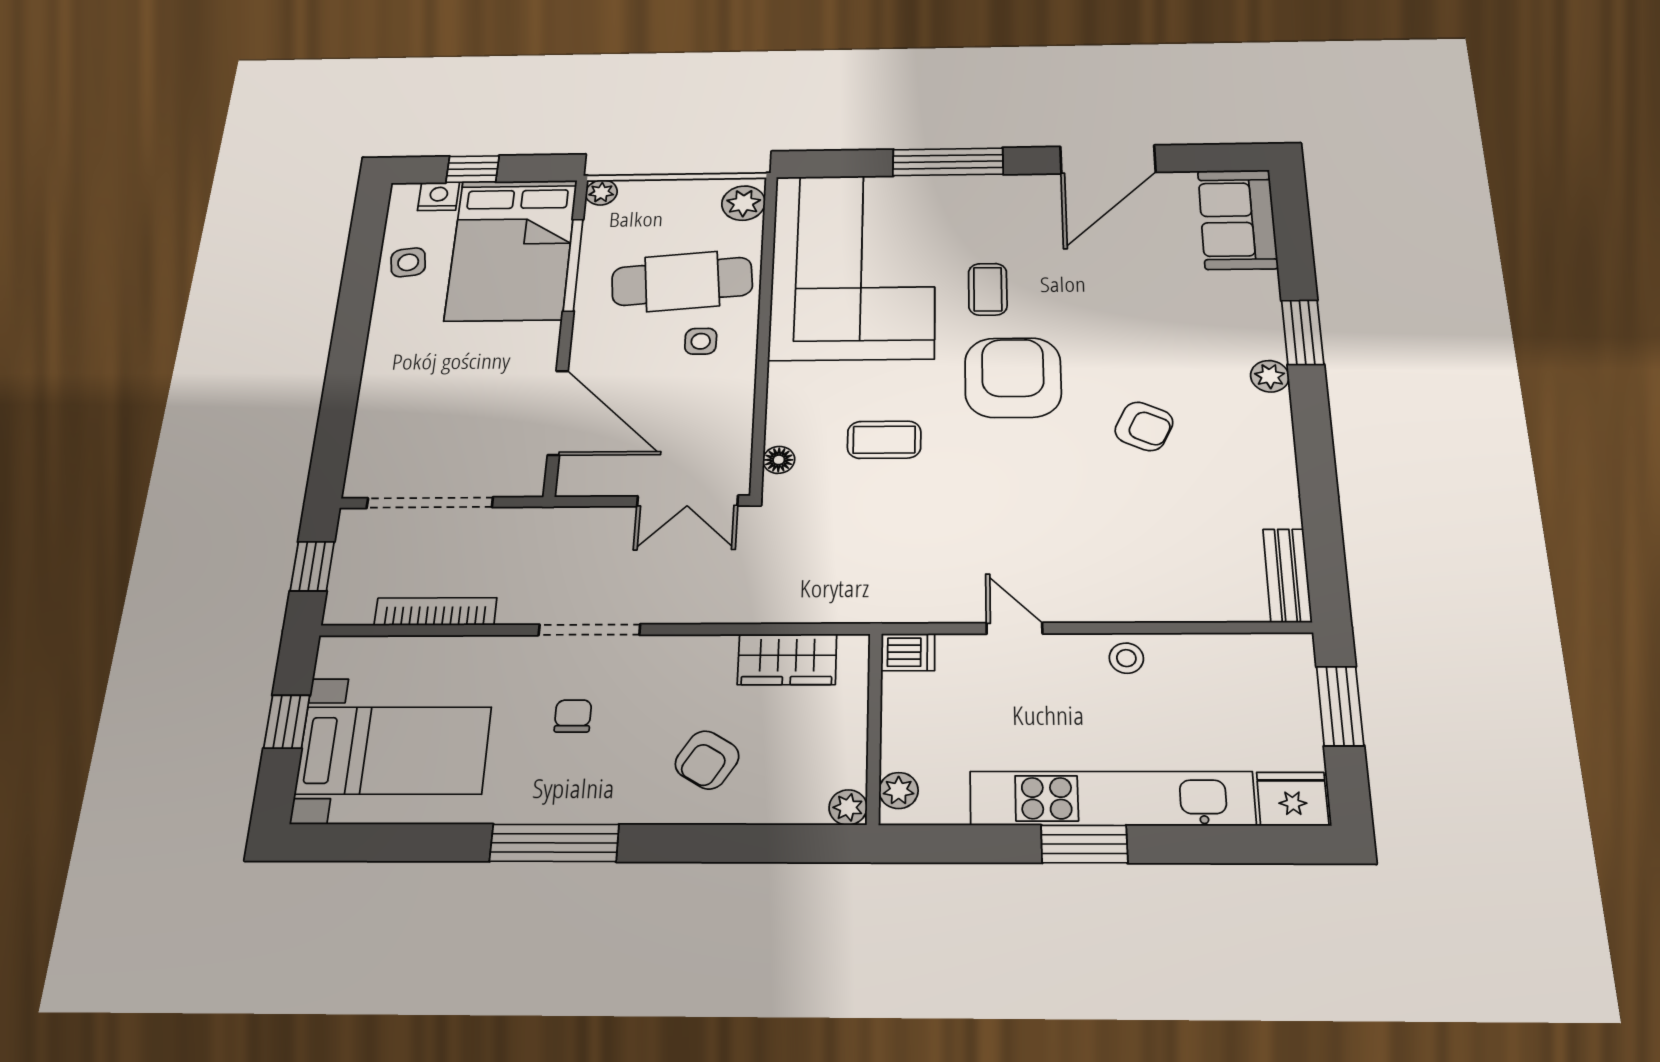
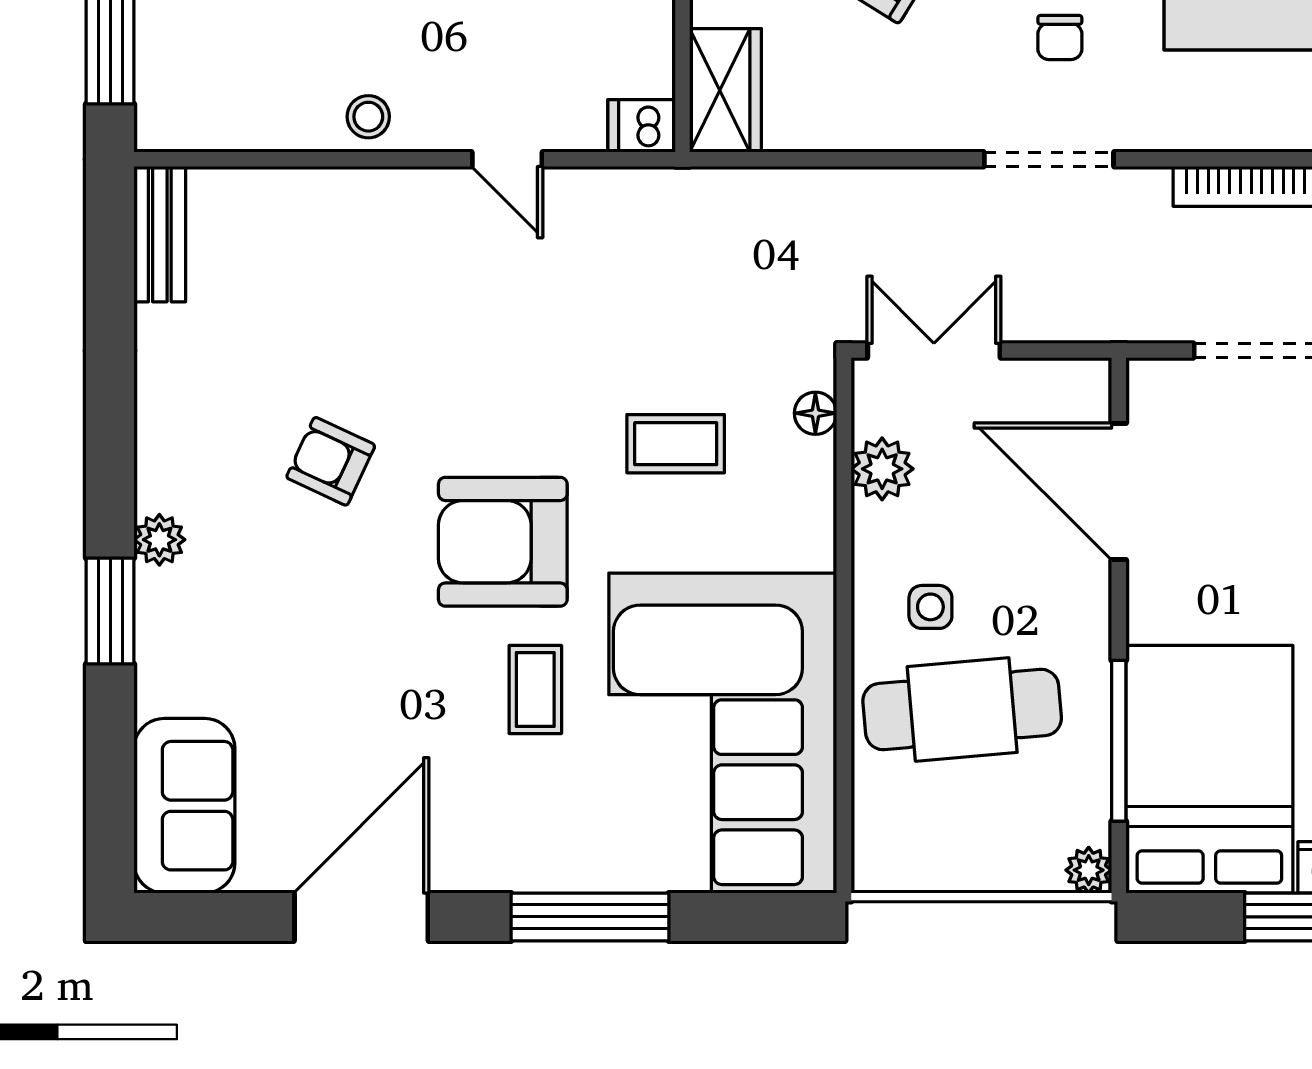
plant: (743, 203) -> (882, 469), moved
armchair: (1013, 377) -> (503, 542), turned 90
wardrobe: (787, 659) -> (725, 90), moved, turned 90

